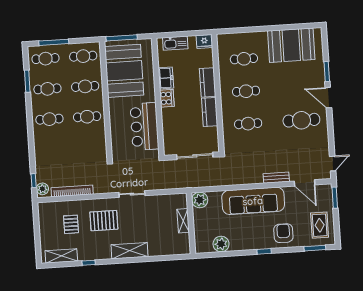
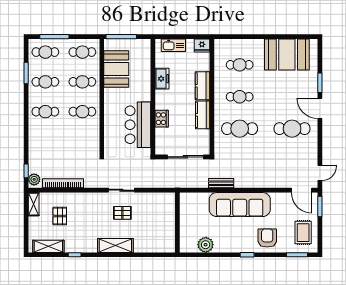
booth: (124, 71) -> (116, 69), width x0.73, depth x0.70
cooker: (167, 98) -> (162, 119), moved
cafe table: (248, 124) -> (240, 129), width x1.37, depth x1.35
bench: (276, 178) -> (221, 183), moved
door: (305, 183) -> (301, 190), moved
plant: (200, 200) -> (187, 200), removed
pallet: (104, 221) -> (122, 213), moved, width x0.67, depth x0.71
shelving: (183, 221) -> (34, 204), moved

